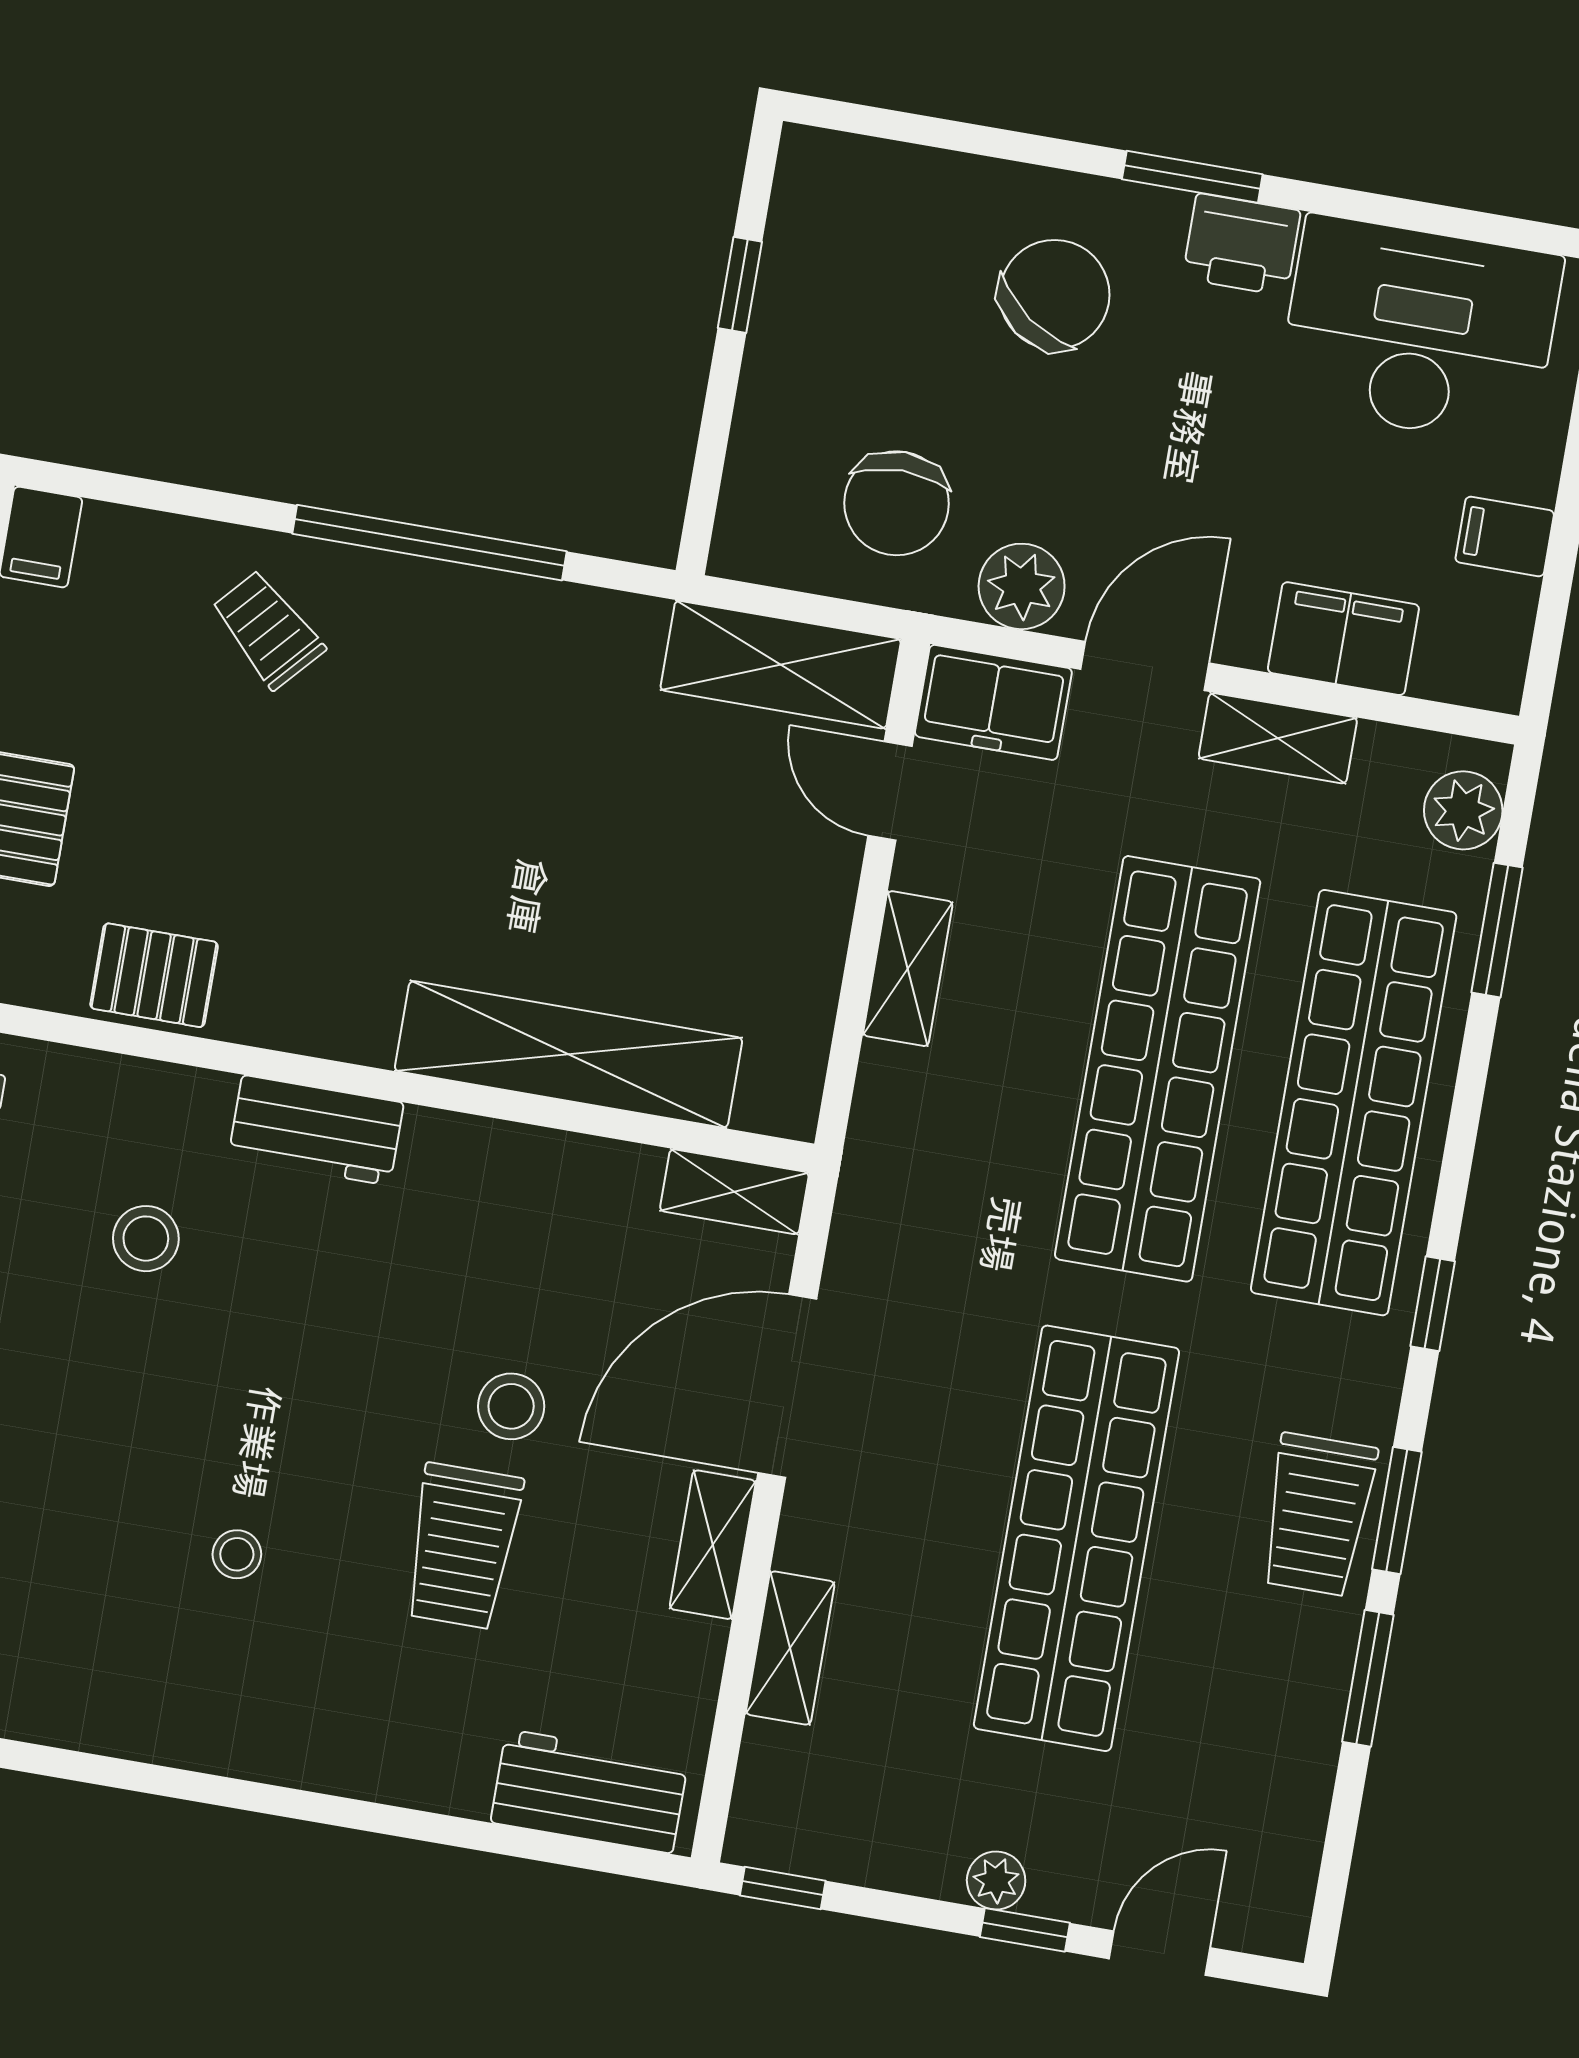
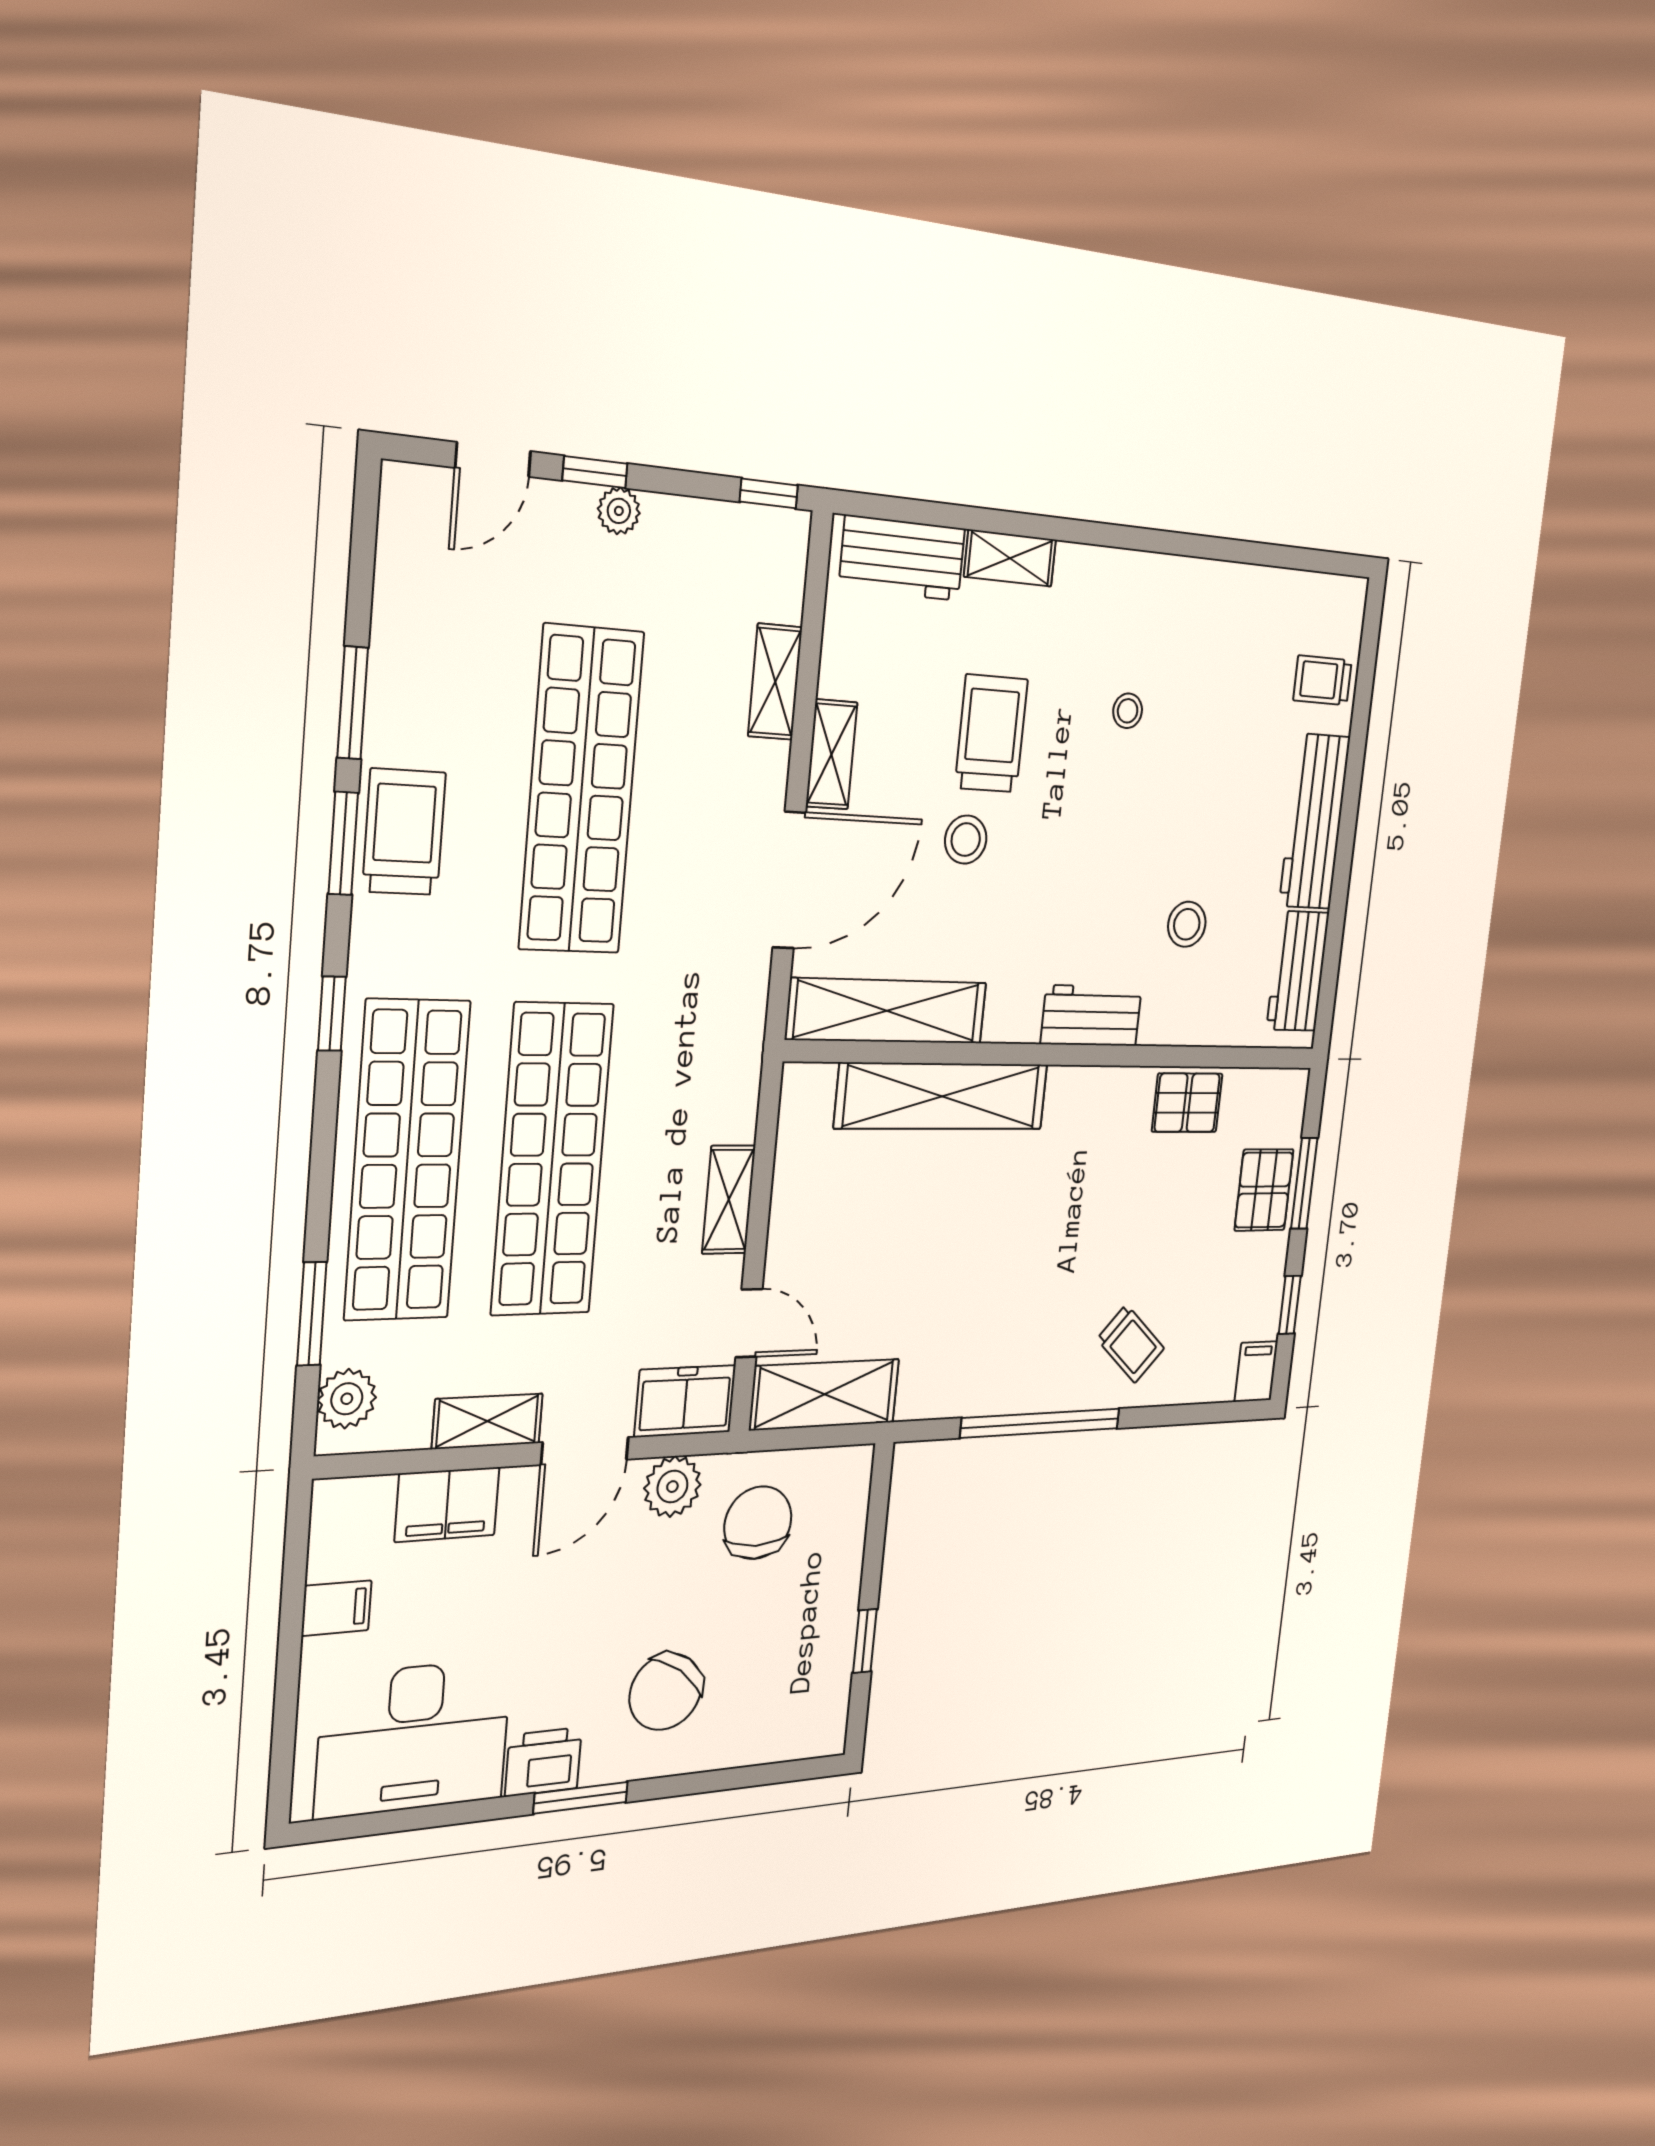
shelving: (734, 1192) -> (887, 1011), width x2.20, depth x1.33
shelving: (421, 1779) -> (1010, 558), added

